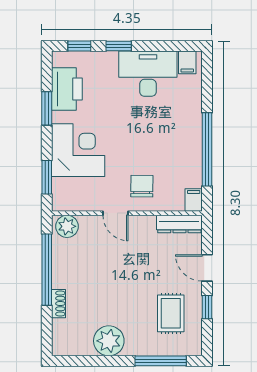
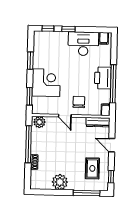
printer: (67, 89) -> (103, 78), moved, turned 180
window: (207, 307) -> (111, 177), moved

